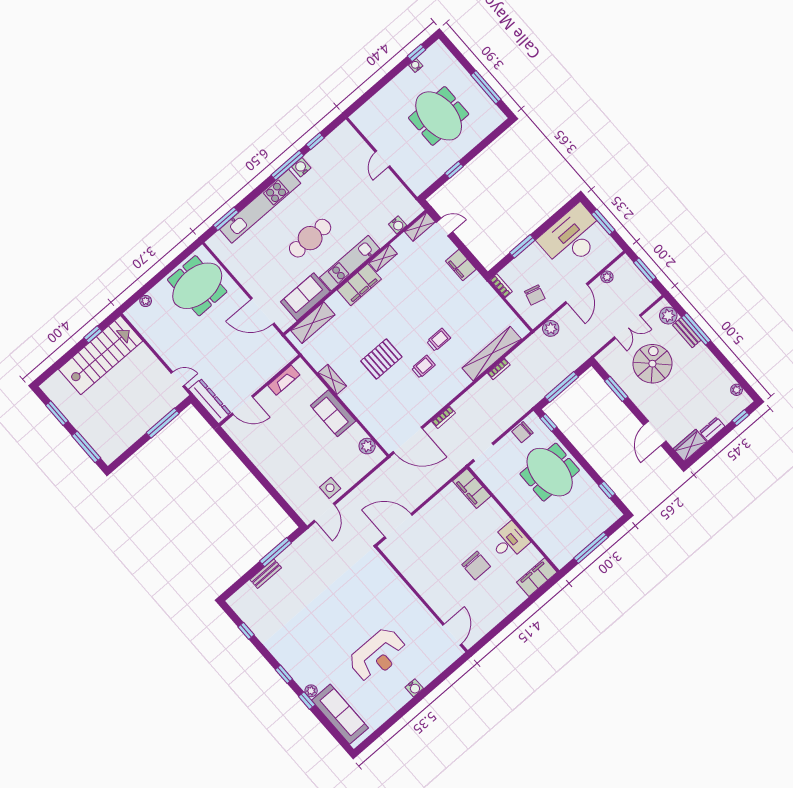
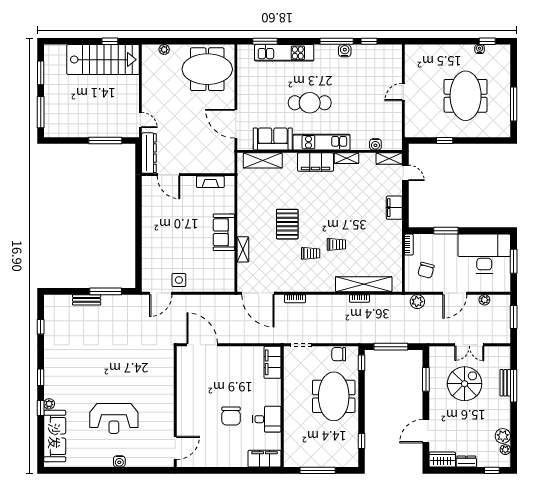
kitchen unit: (260, 206) -> (284, 53), width x0.73
plant: (668, 316) -> (503, 436), moved
pallet: (381, 359) -> (287, 224), turned 90
shelving: (332, 379) -> (243, 249), moved
plant: (367, 446) -> (228, 274), removed

